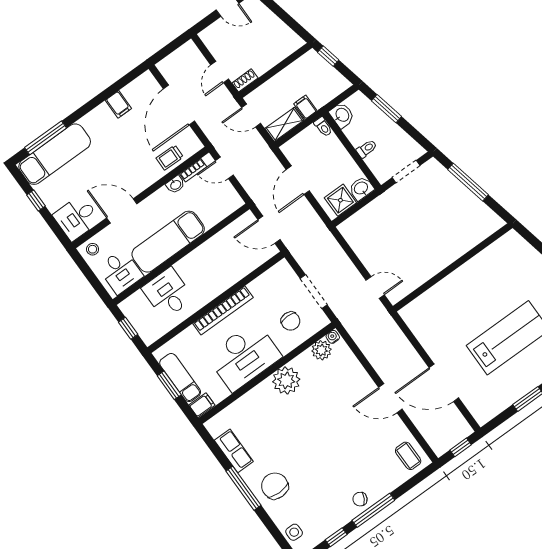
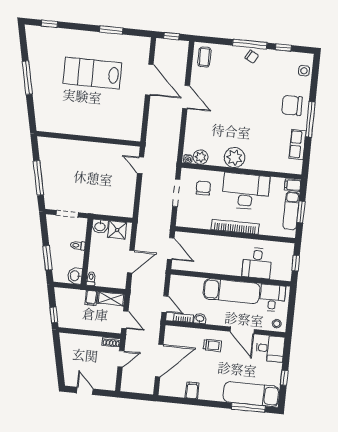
trolley: (170, 158) -> (212, 345), moved
chair: (275, 486) -> (292, 105), turned 90

